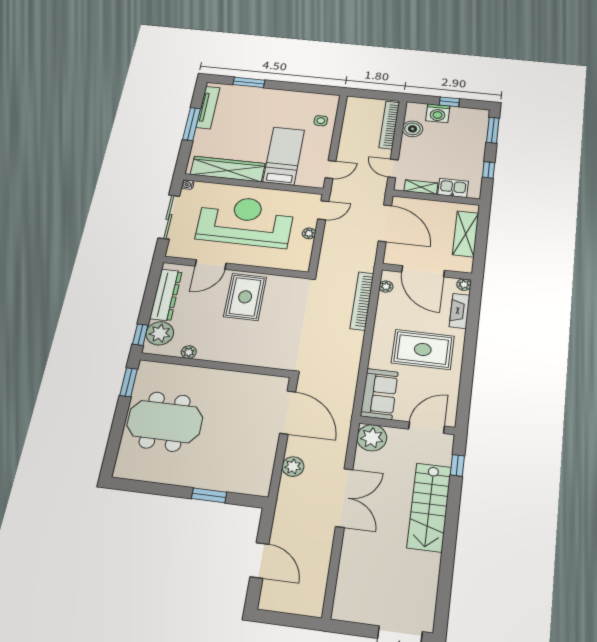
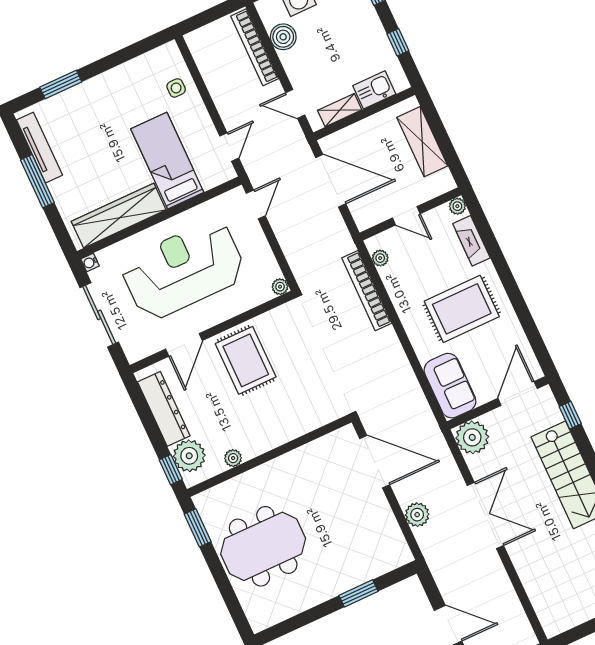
plant: (309, 233) -> (280, 287), moved
door: (423, 271) -> (406, 216), width x0.53

